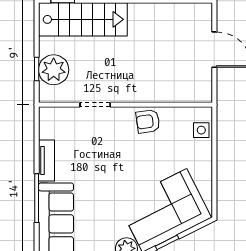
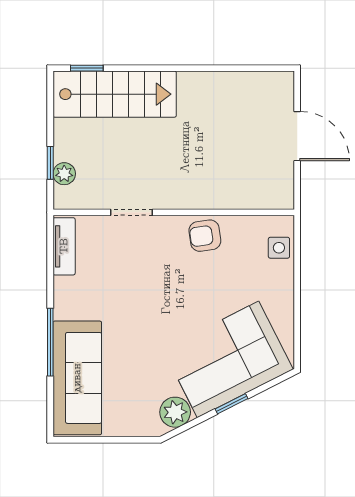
plant: (54, 70) -> (64, 174), width x0.53, depth x0.53
tv unit: (46, 161) -> (64, 246), moved

